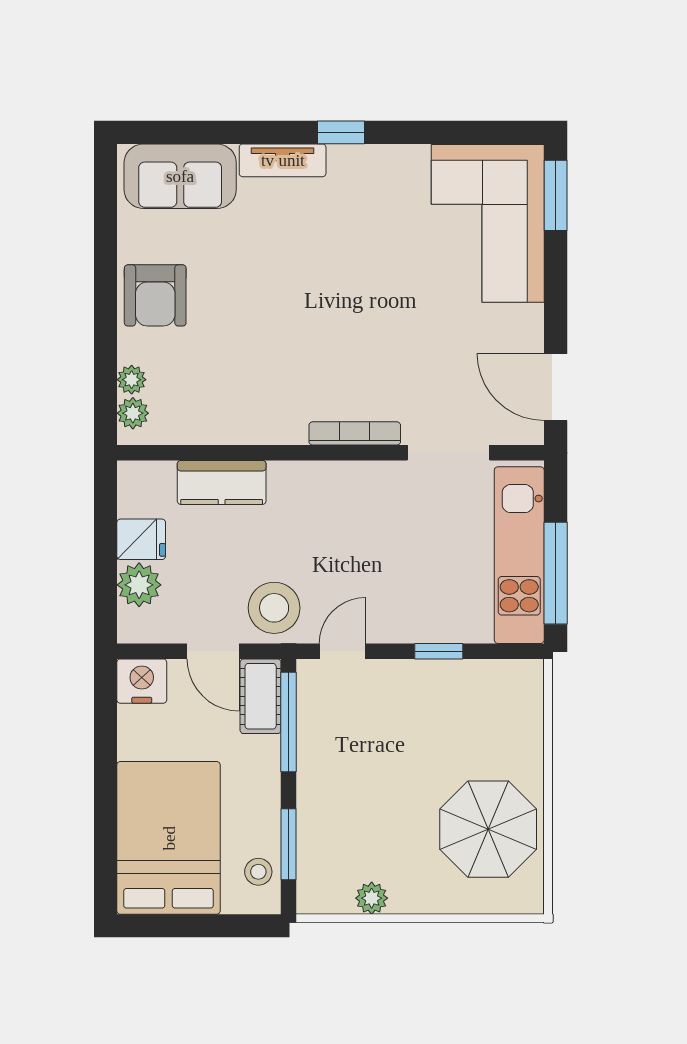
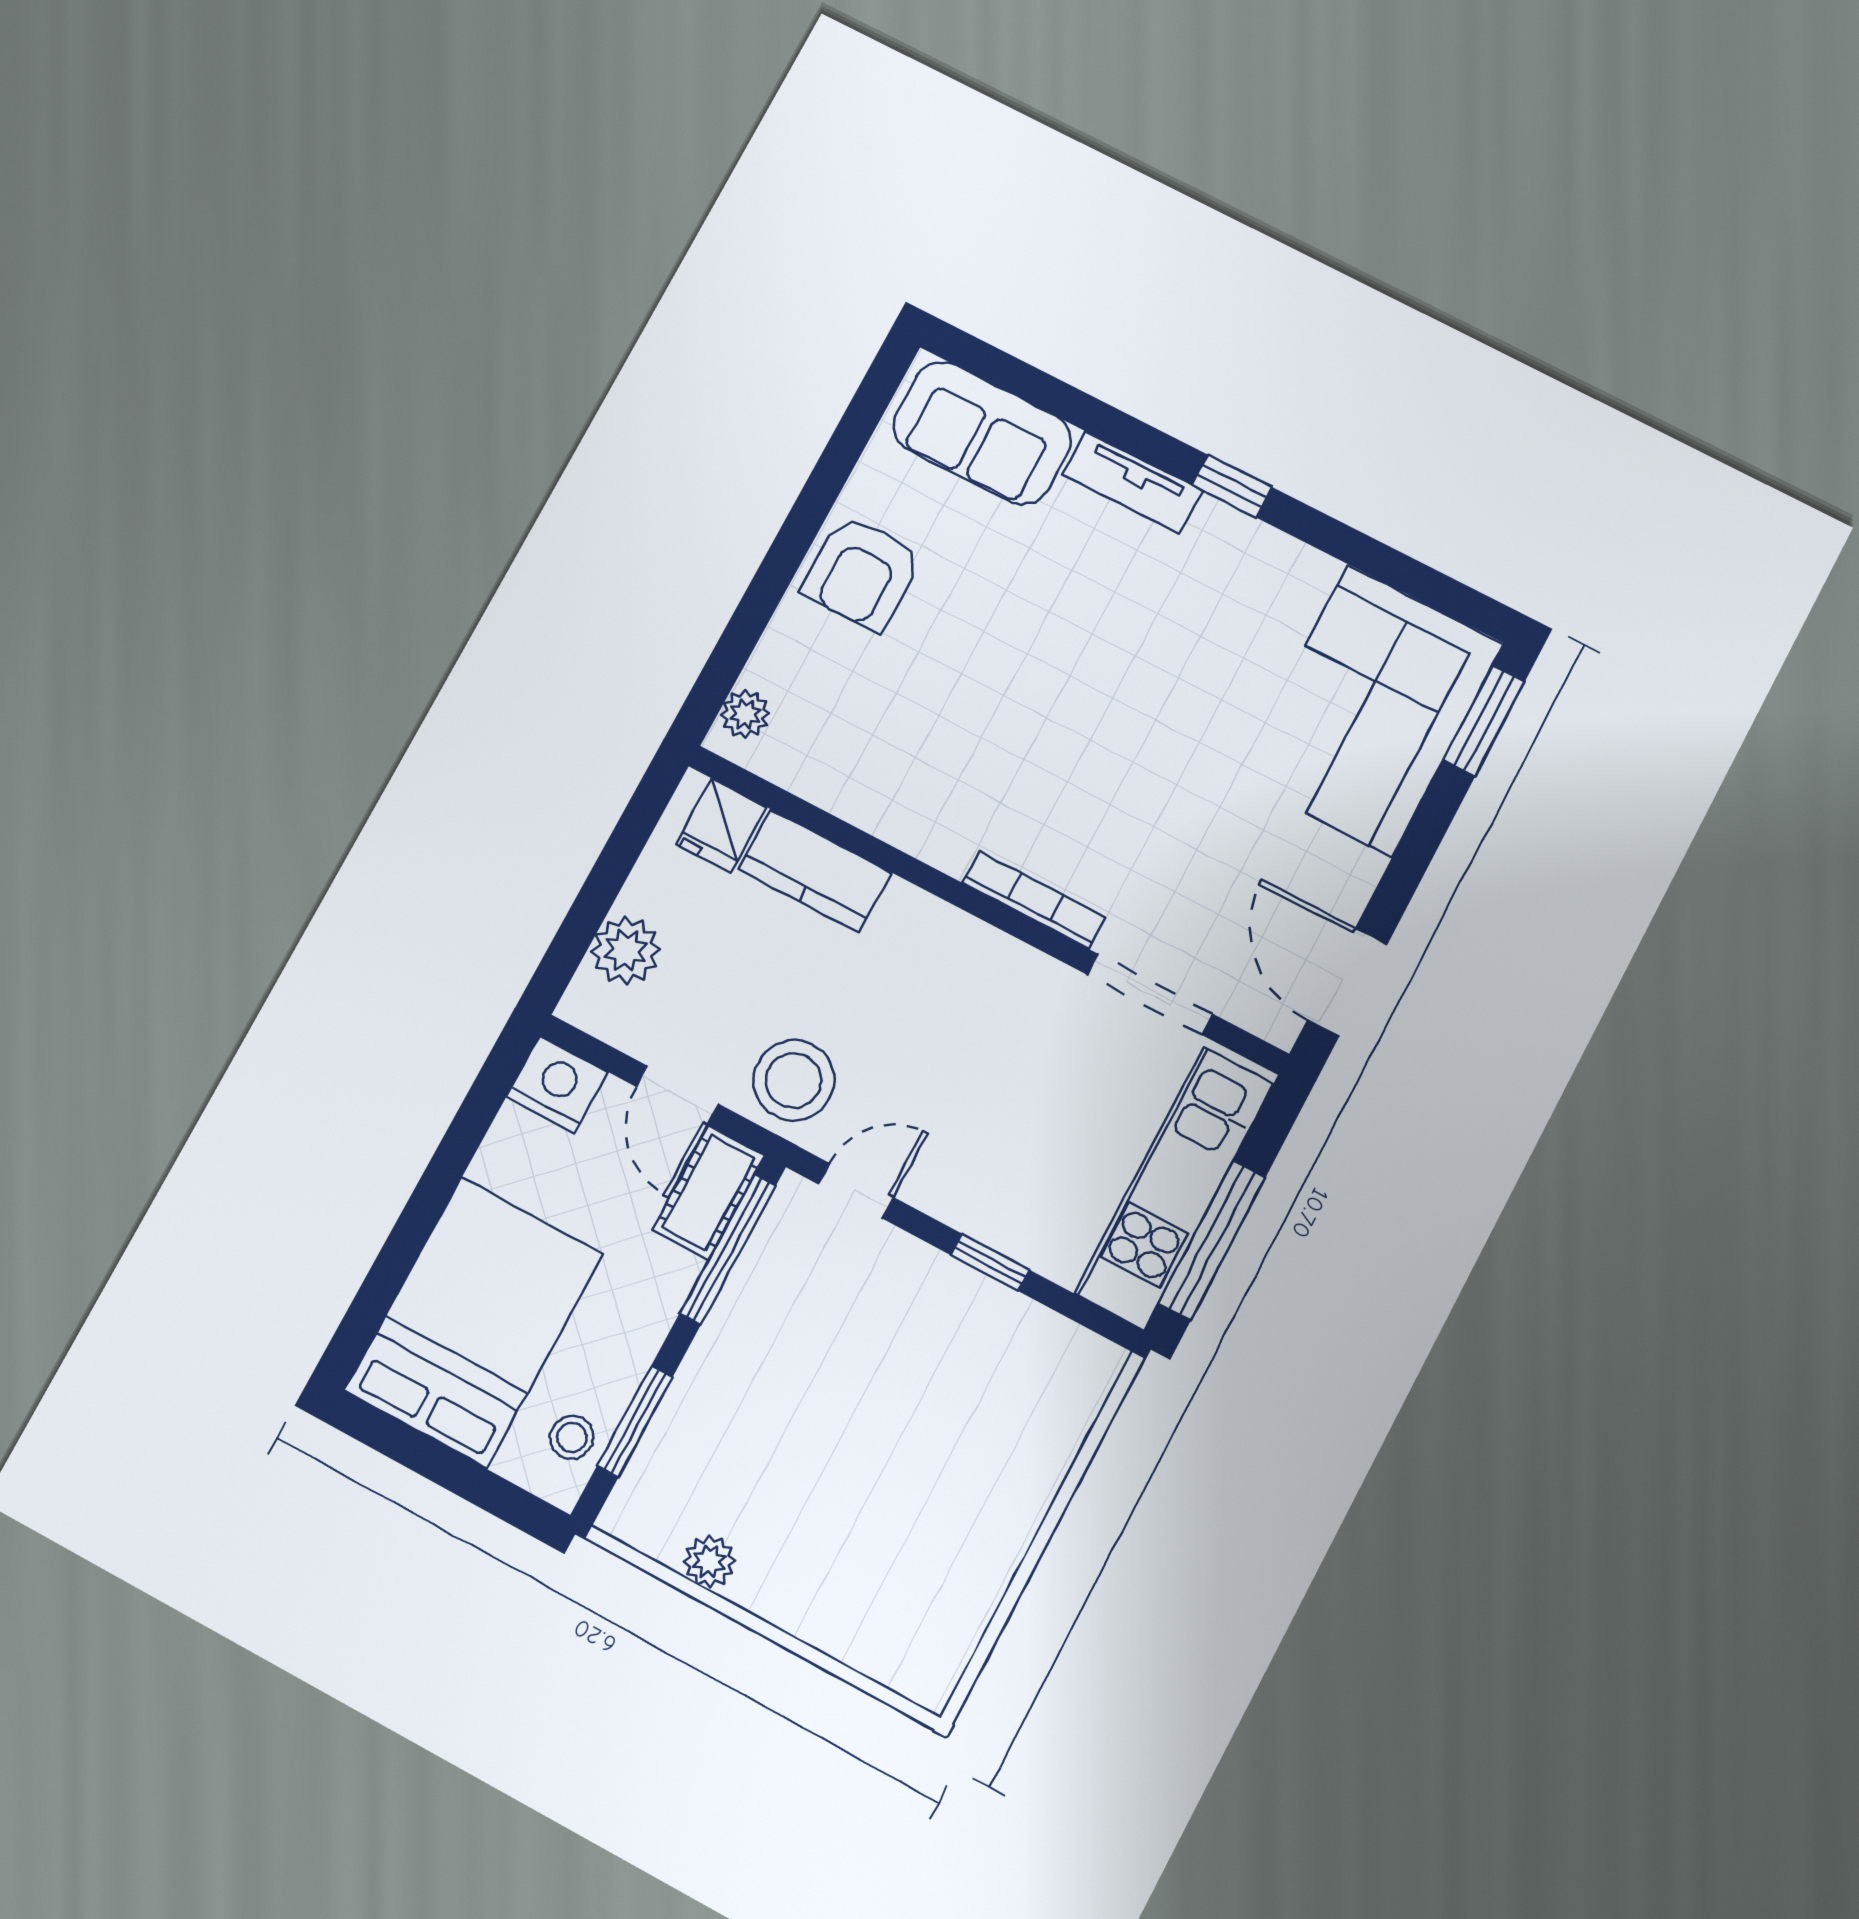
plant: (132, 380) -> (768, 668), removed
fridge: (141, 539) -> (721, 825), moved, turned 90
parasol: (488, 829) -> (926, 1552), removed

